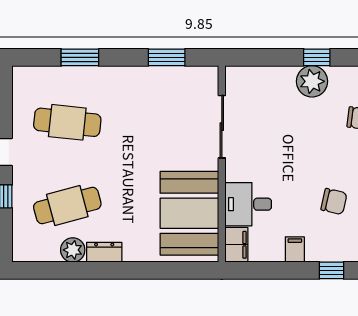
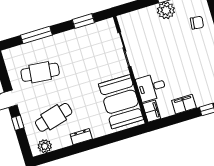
window: (80, 57) -> (36, 35), width x1.44
chair: (334, 201) -> (197, 72), removed
filing cabinet: (295, 249) -> (184, 104), width x2.00
plant: (73, 250) -> (45, 146), moved

